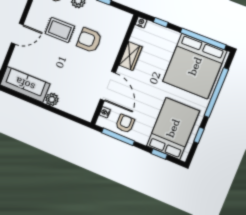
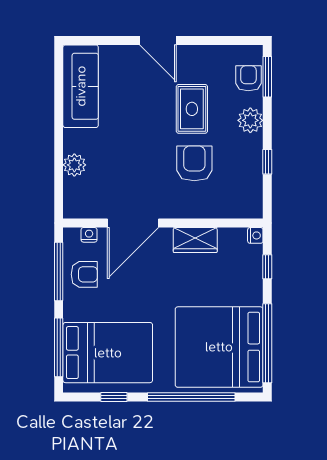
plant: (52, 99) -> (74, 165), moved
window: (159, 154) -> (59, 347), width x2.17

